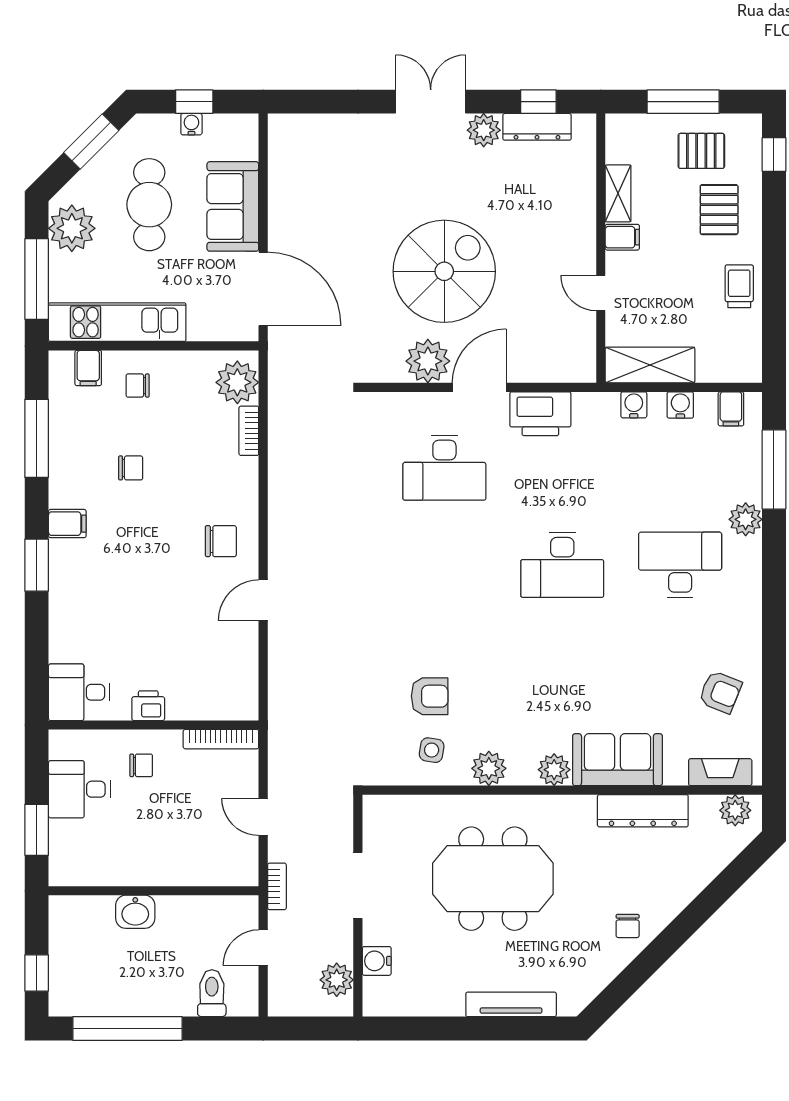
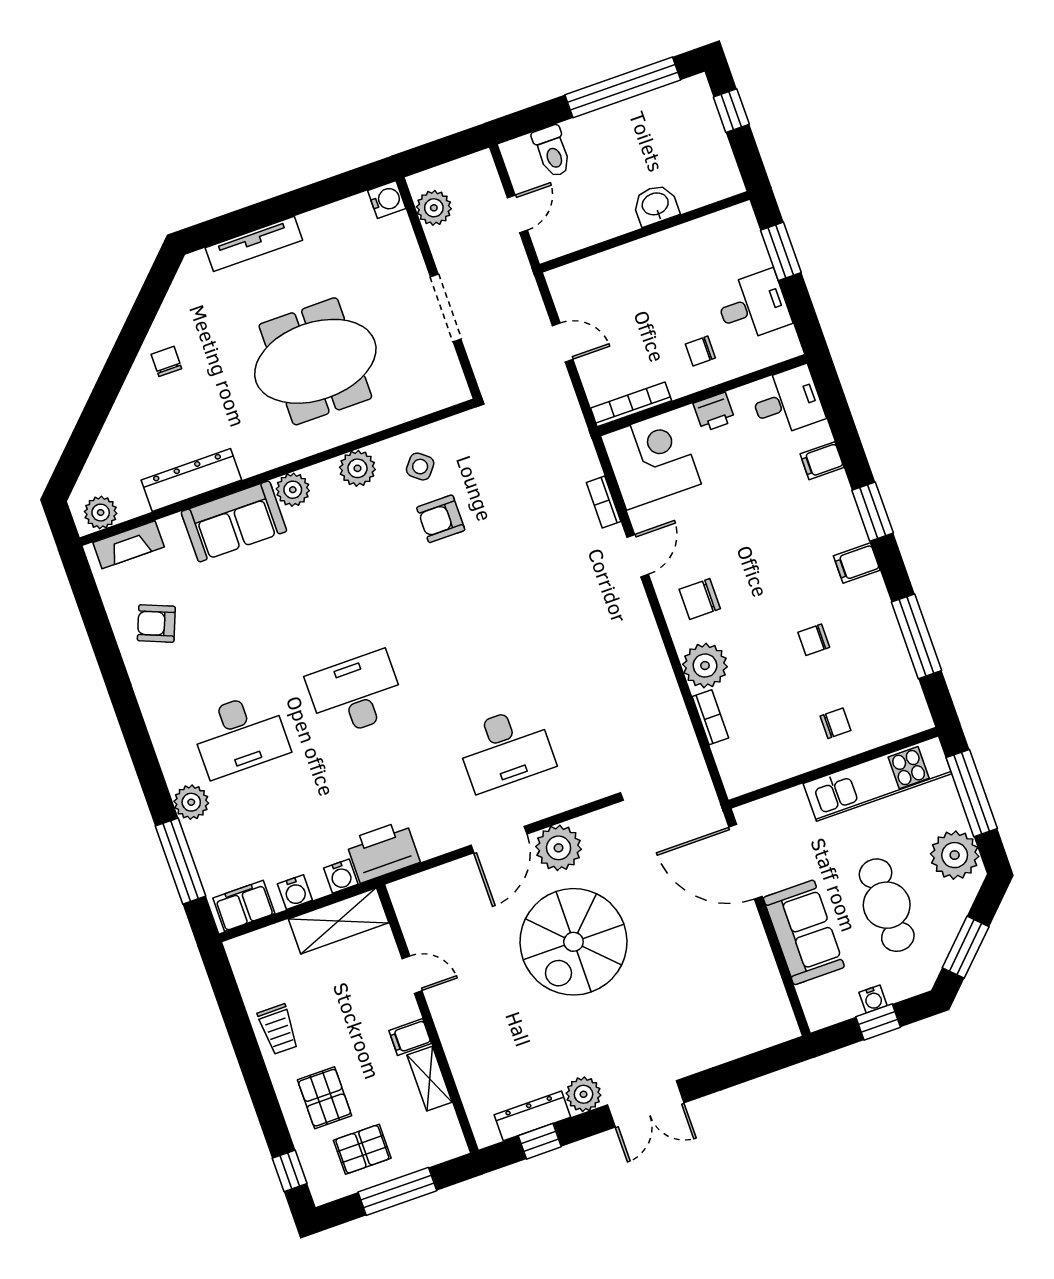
filing cabinet: (88, 368) -> (822, 461), moved, turned -90
plant: (237, 382) -> (705, 666), moved
filing cabinet: (731, 409) -> (244, 906), width x2.00
printer: (540, 414) -> (383, 851), moved
desk: (444, 468) -> (505, 749), turned 180
corner desk: (221, 683) -> (651, 460), added
side table: (432, 750) -> (420, 467), turned 30
bookcase: (277, 886) -> (604, 502), moved
water cooler: (377, 961) -> (387, 199), moved

